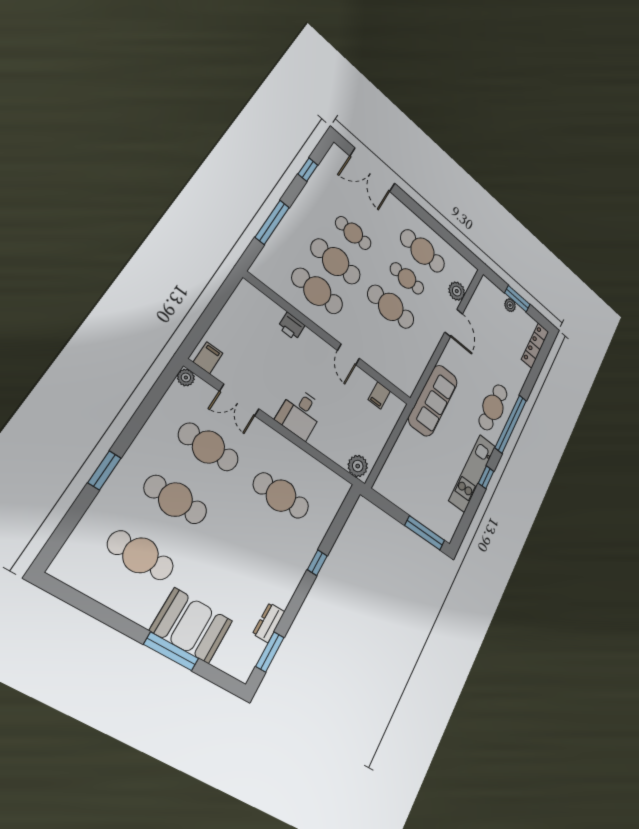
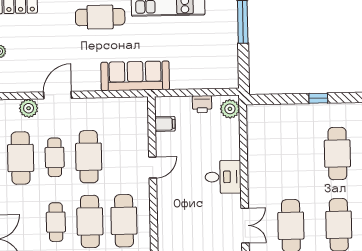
printer: (291, 326) -> (202, 104), moved, turned 90
cafe table: (281, 496) -> (337, 154), moved

